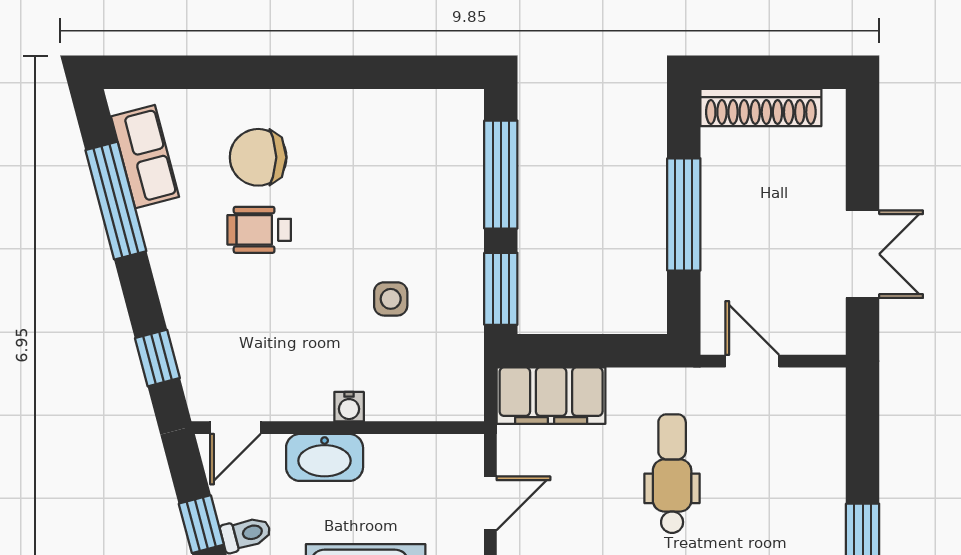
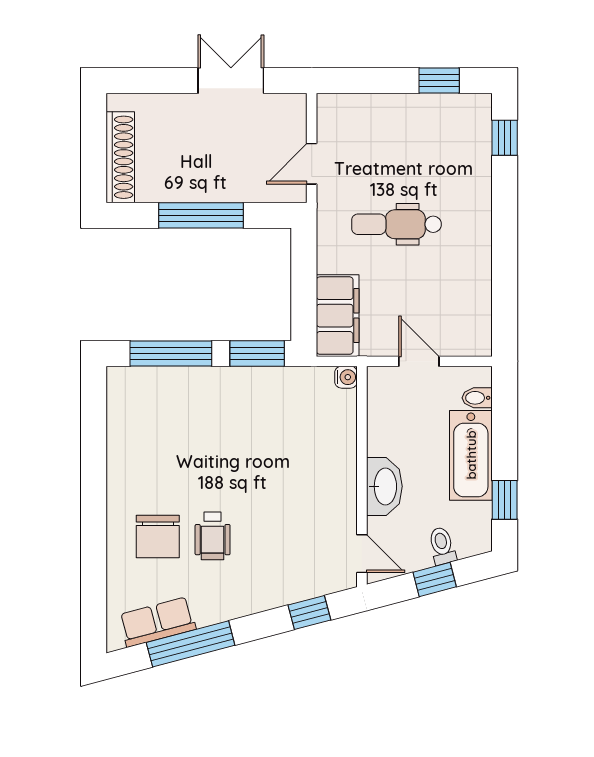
side table: (391, 299) -> (265, 437), removed
water cooler: (349, 407) -> (346, 377), moved

